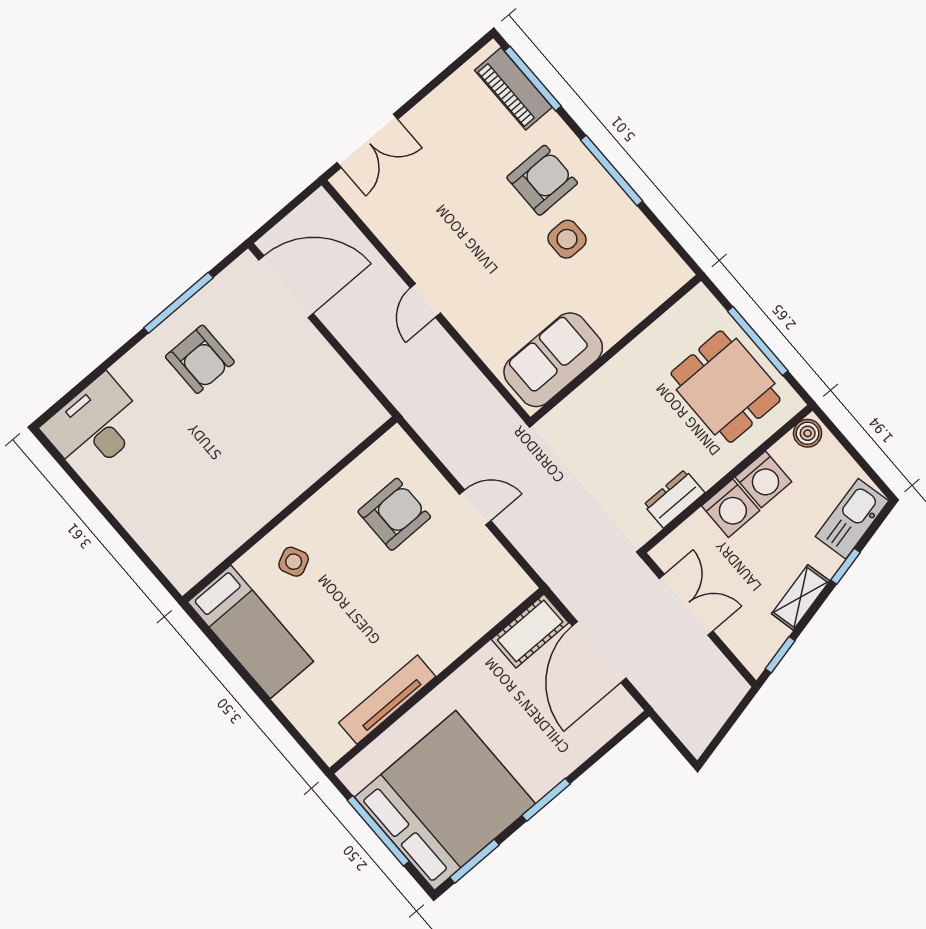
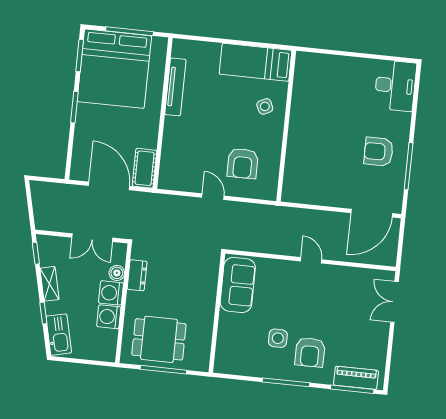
boiler: (808, 433) -> (117, 273), moved
door: (475, 507) -> (213, 197), swing flipped

